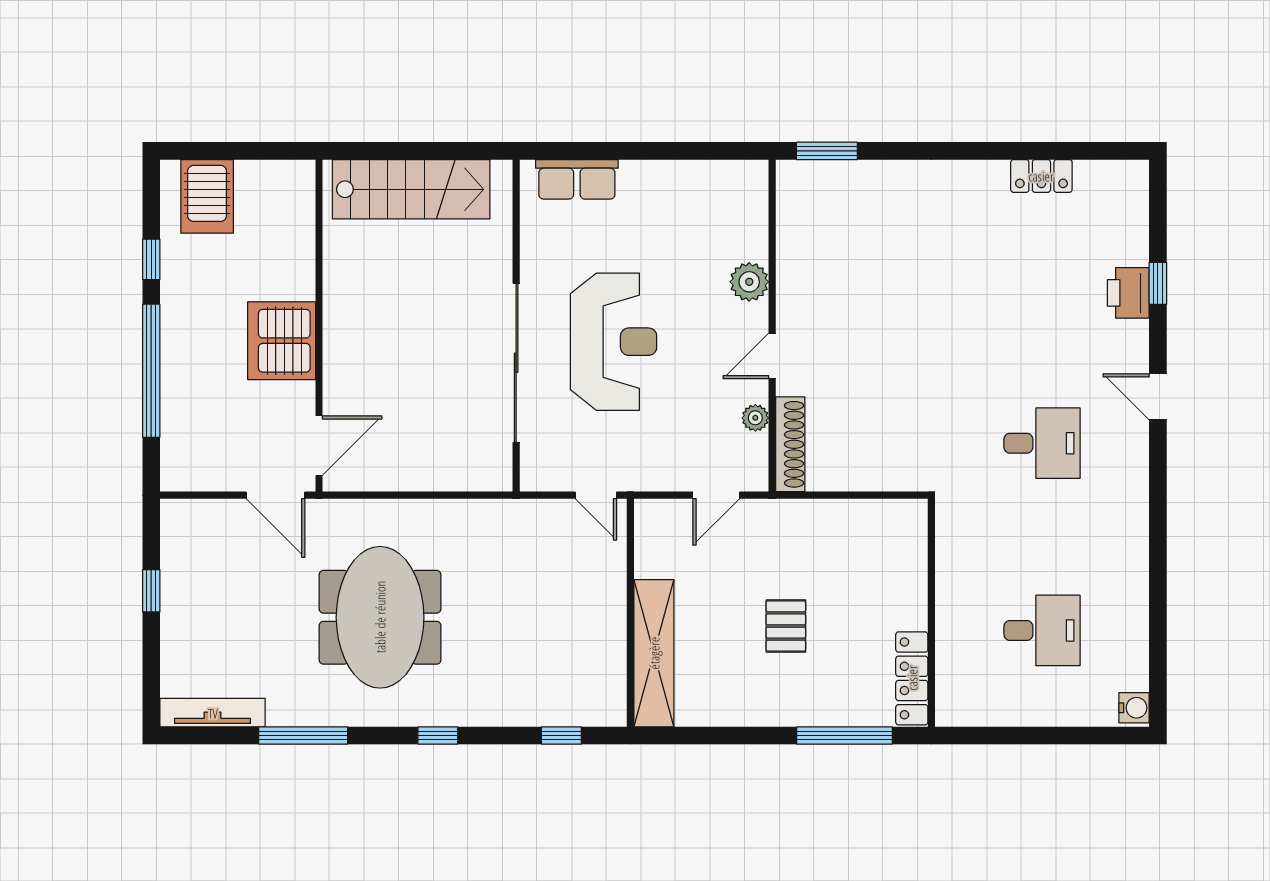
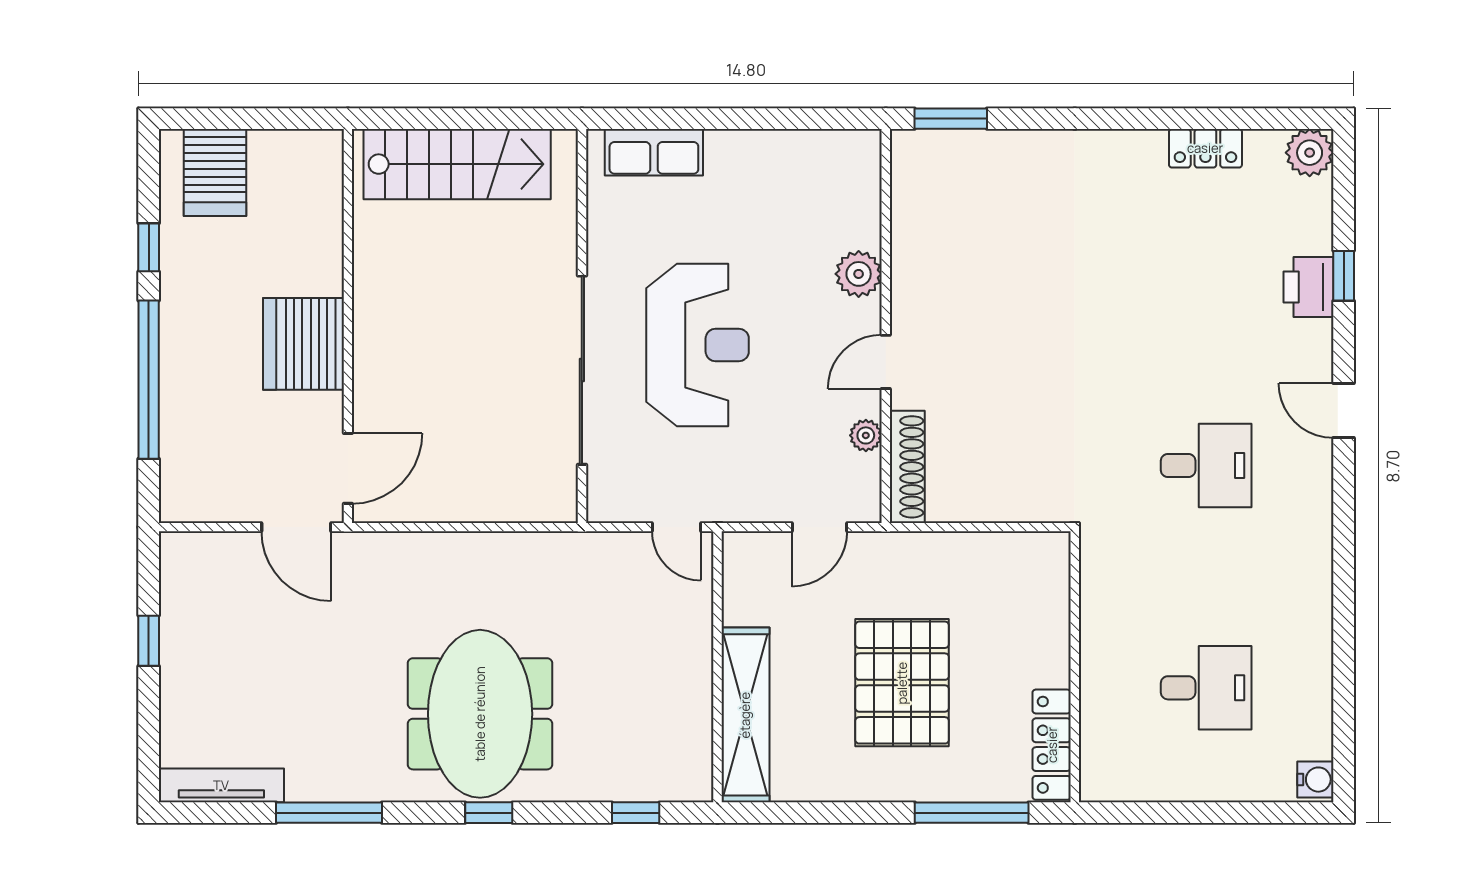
plant: (1129, 180) -> (1310, 153), added
meeting table: (380, 617) -> (480, 714), moved
pallet: (786, 626) -> (902, 683), width x2.05, depth x2.00

